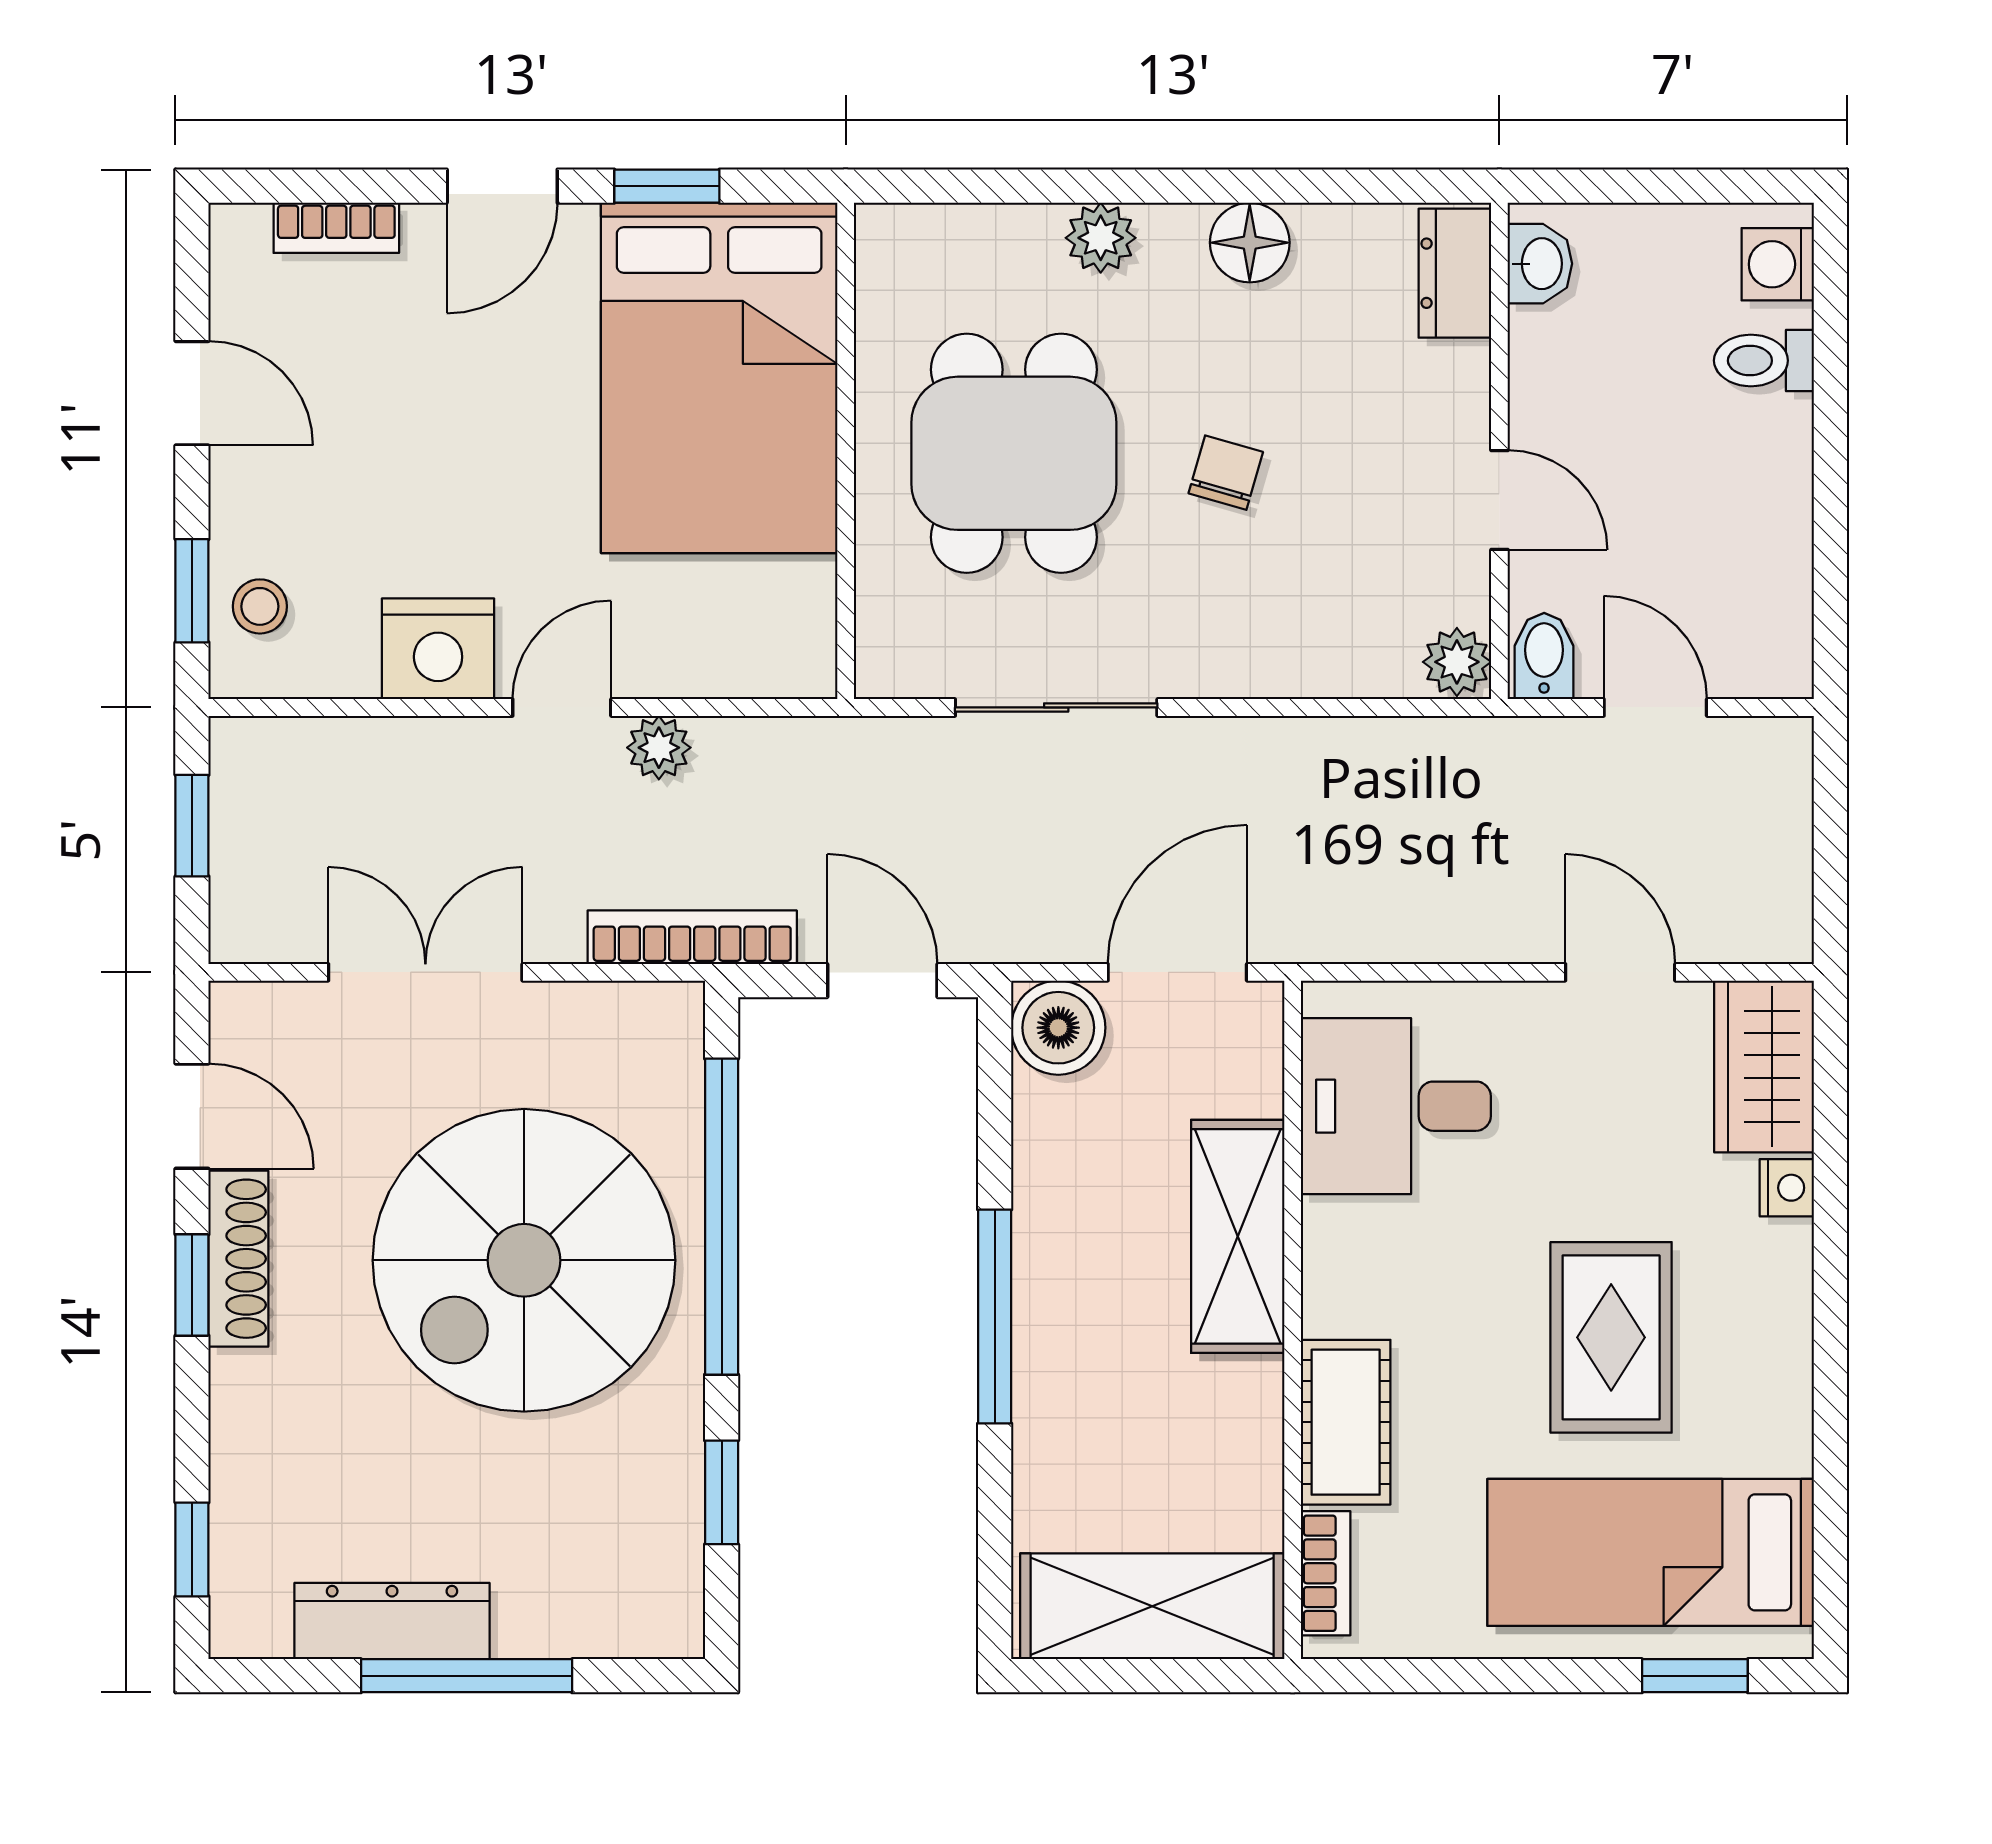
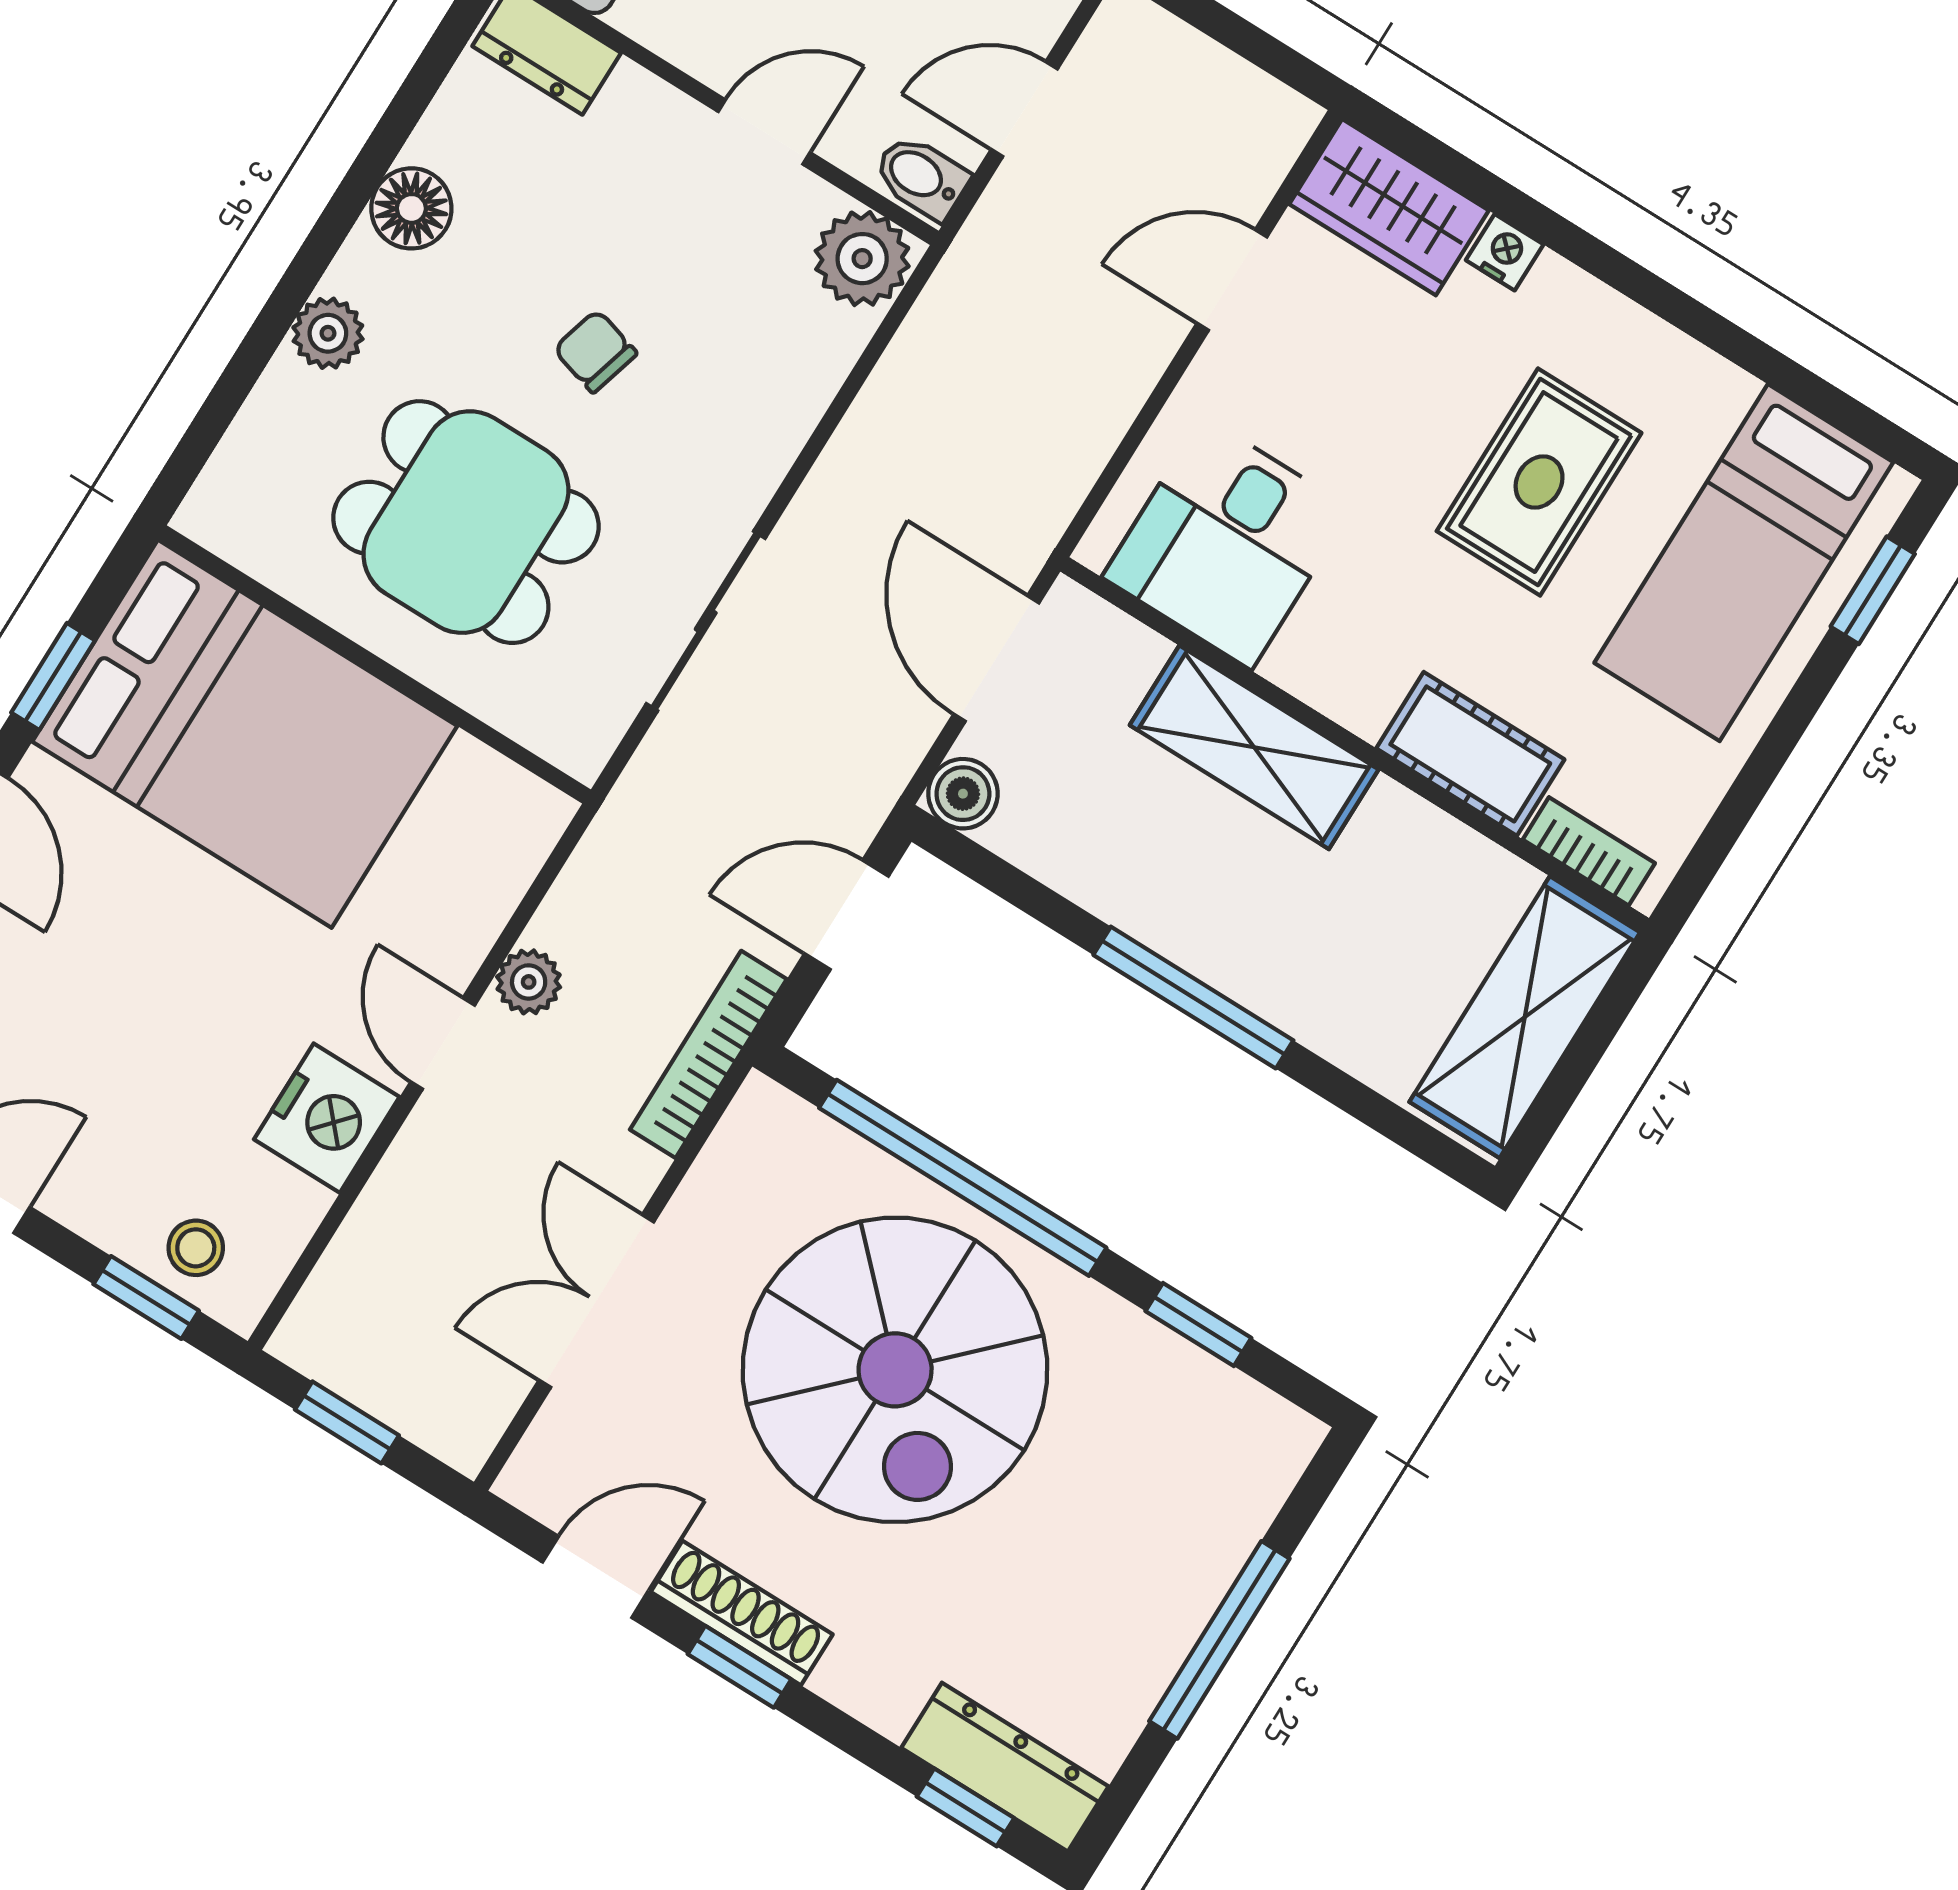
plant: (1457, 662) -> (862, 259), width x1.38, depth x1.38
boiler: (1058, 1028) -> (963, 794), width x0.73, depth x0.73
rug: (1611, 1337) -> (1539, 482), turned 90
dresser: (392, 1621) -> (1005, 1767), moved, turned 90

